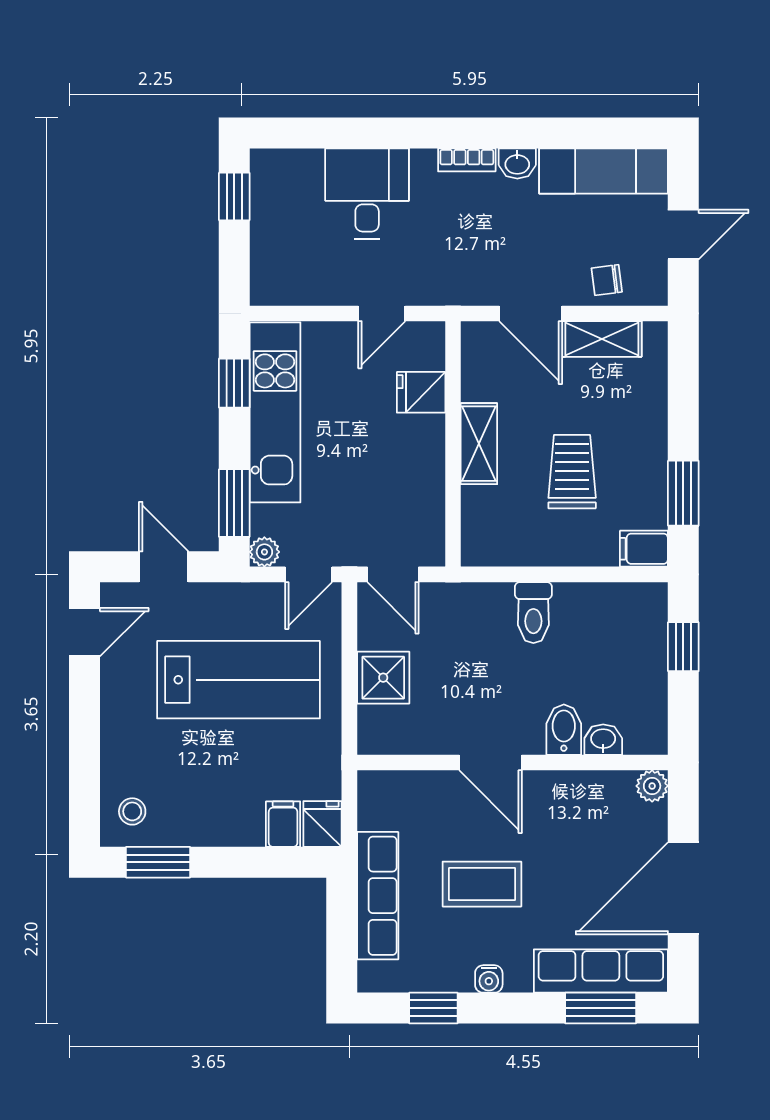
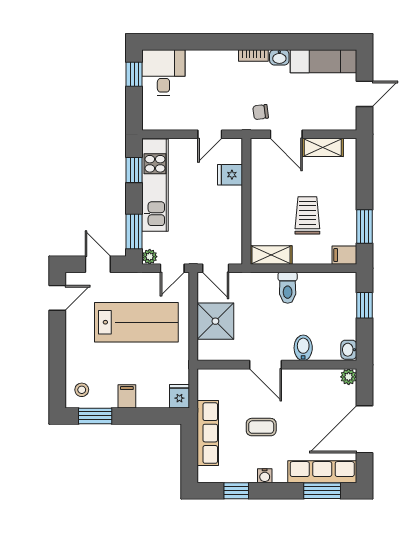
desk: (367, 194) -> (163, 73), moved
chair: (607, 280) -> (261, 112), moved
shelving: (479, 444) -> (271, 255), moved, turned 90
shower: (383, 678) -> (215, 321), width x1.36, depth x1.36
washbasin: (603, 740) -> (349, 350), moved, turned -90
filing cabinet: (283, 824) -> (127, 396), moved
coffee table: (482, 884) -> (261, 427), width x0.73, depth x0.77

